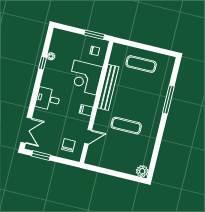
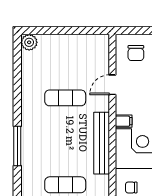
filing cabinet: (86, 110) -> (124, 121), moved
door: (88, 137) -> (112, 85), moved

